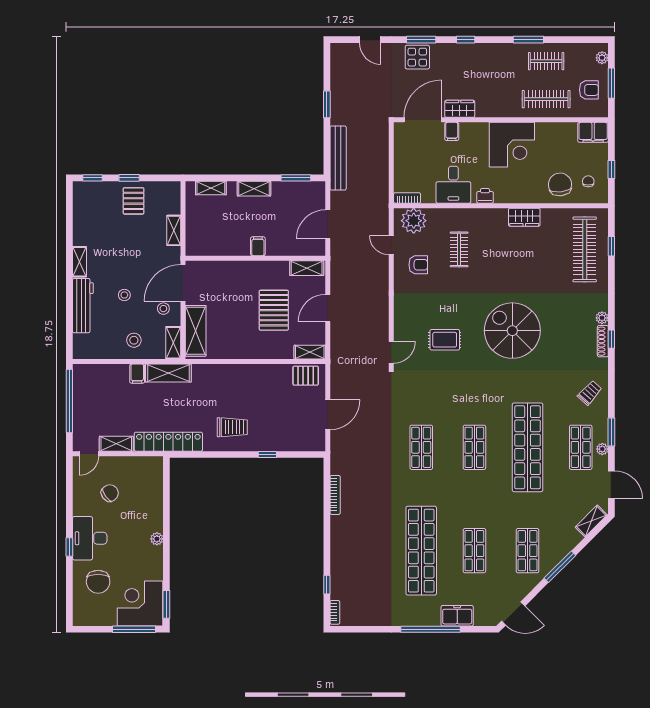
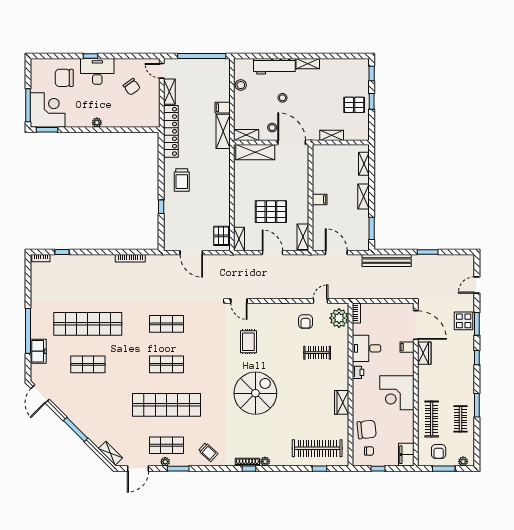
stool: (134, 340) -> (241, 85), moved
shop shelf: (528, 551) -> (88, 405), removed

